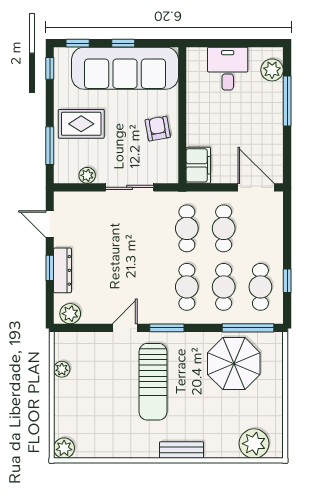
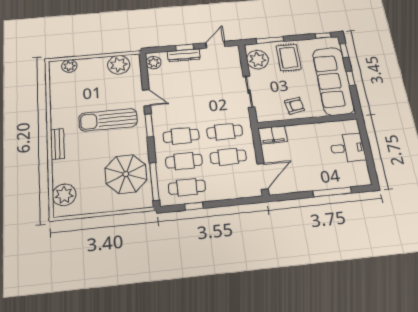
plant: (272, 70) -> (353, 179), removed
plant: (87, 175) -> (257, 60), width x1.87, depth x1.87
plant: (62, 369) -> (119, 65), width x1.87, depth x1.87
plant: (64, 448) -> (69, 66), moved

